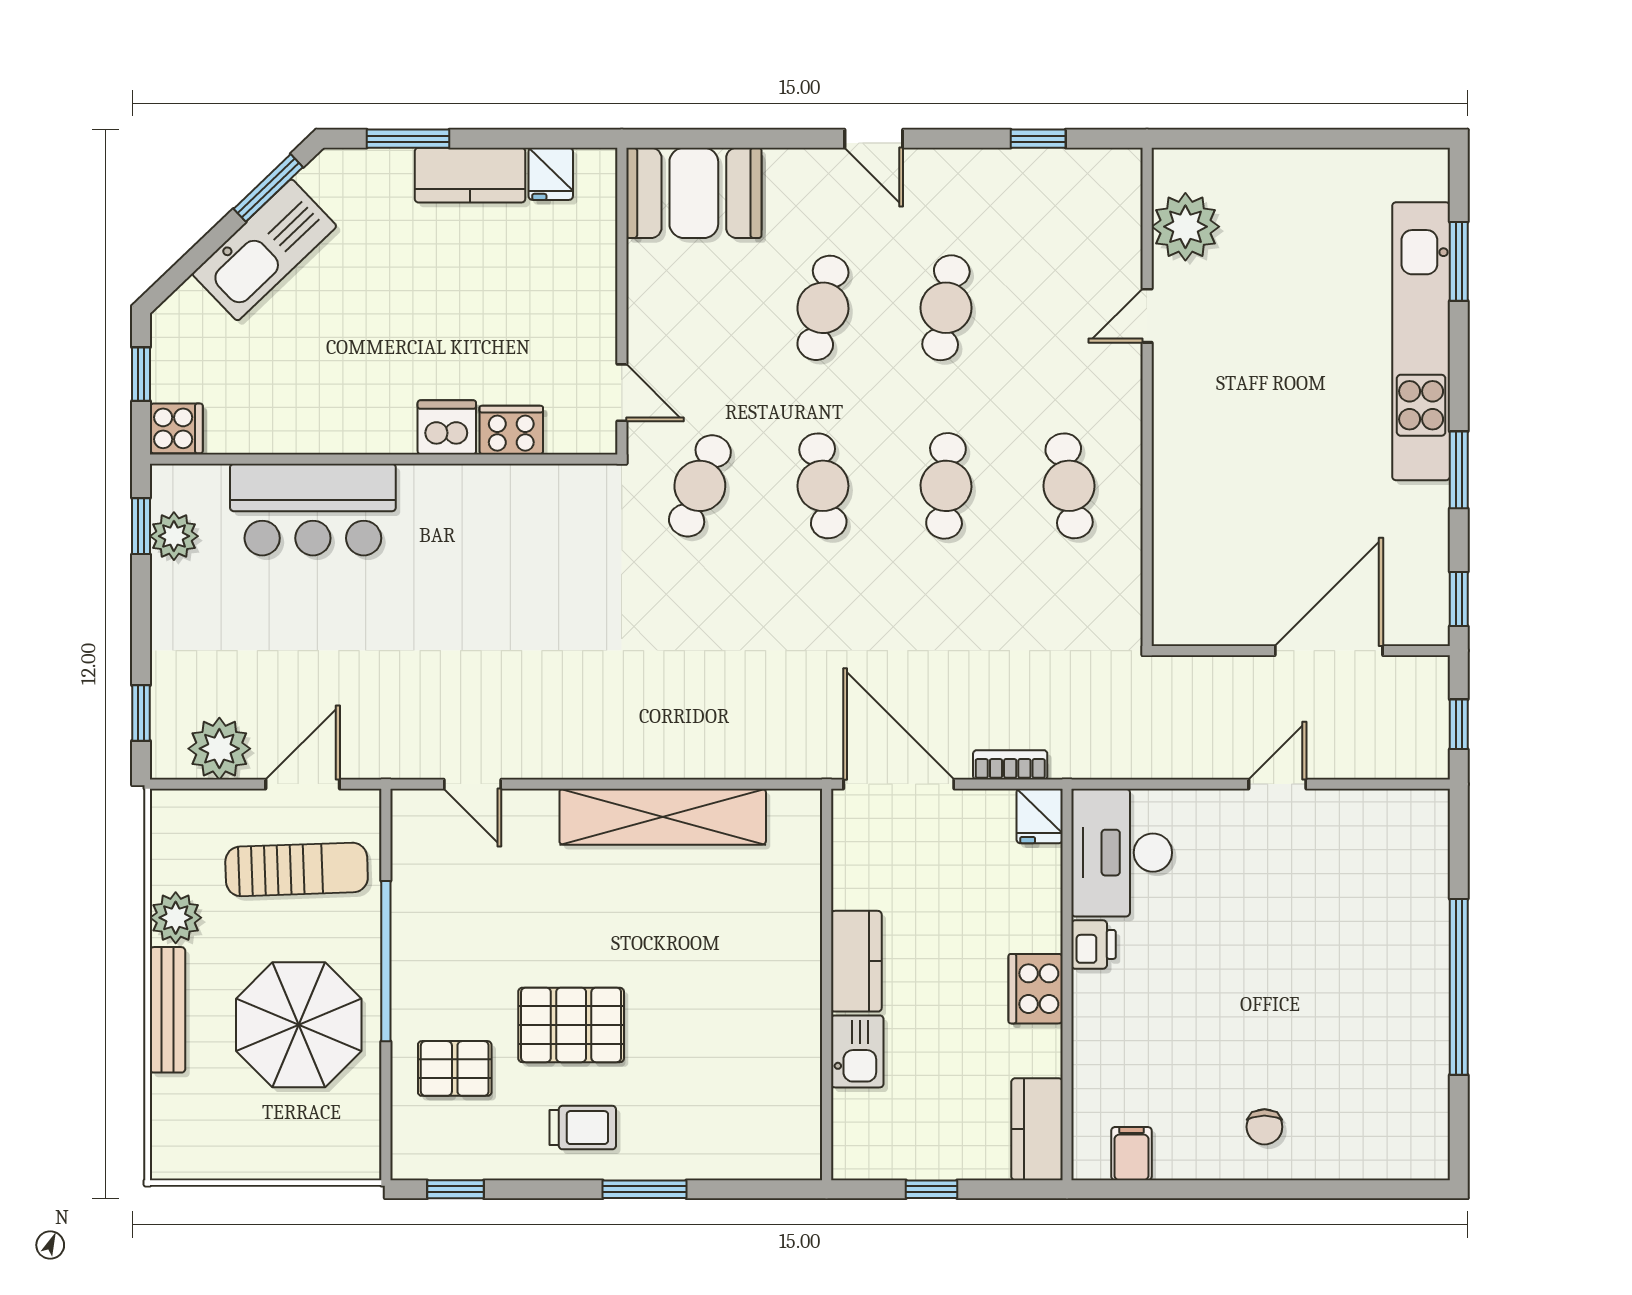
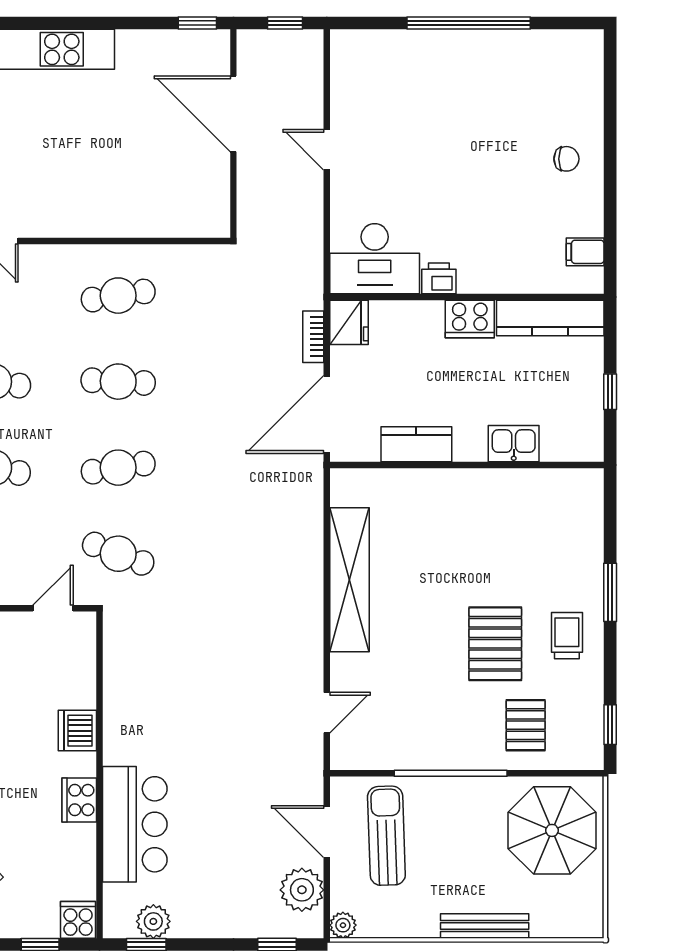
cooker: (511, 430) -> (79, 800), moved
window: (1459, 470) -> (107, 23), removed
fridge: (1040, 816) -> (349, 322), width x1.38
plant: (176, 918) -> (343, 925), moved, width x0.73, depth x0.73
kitchen counter: (856, 961) -> (416, 444), moved
parasol: (299, 1025) -> (552, 830), moved
kitchen counter: (1037, 1129) -> (550, 318), width x1.50

